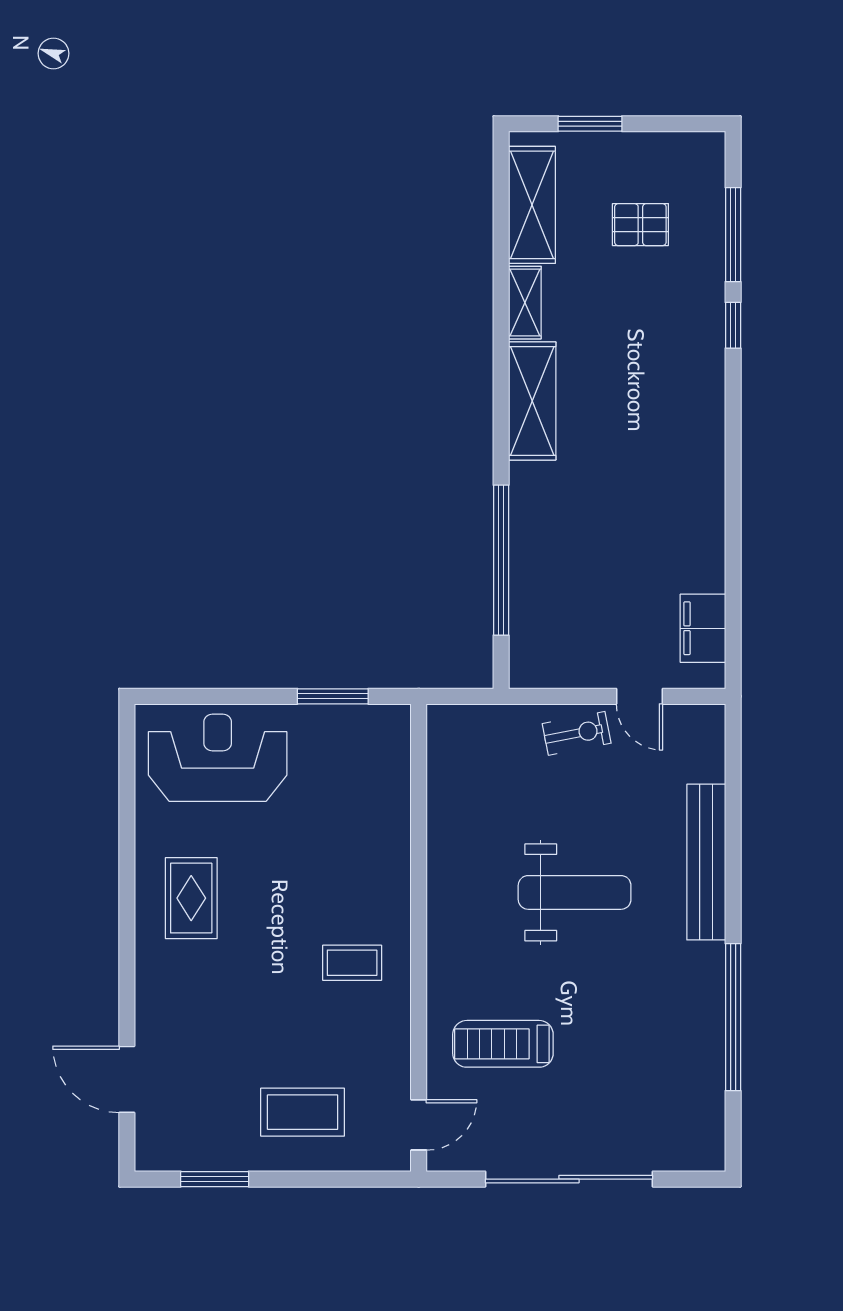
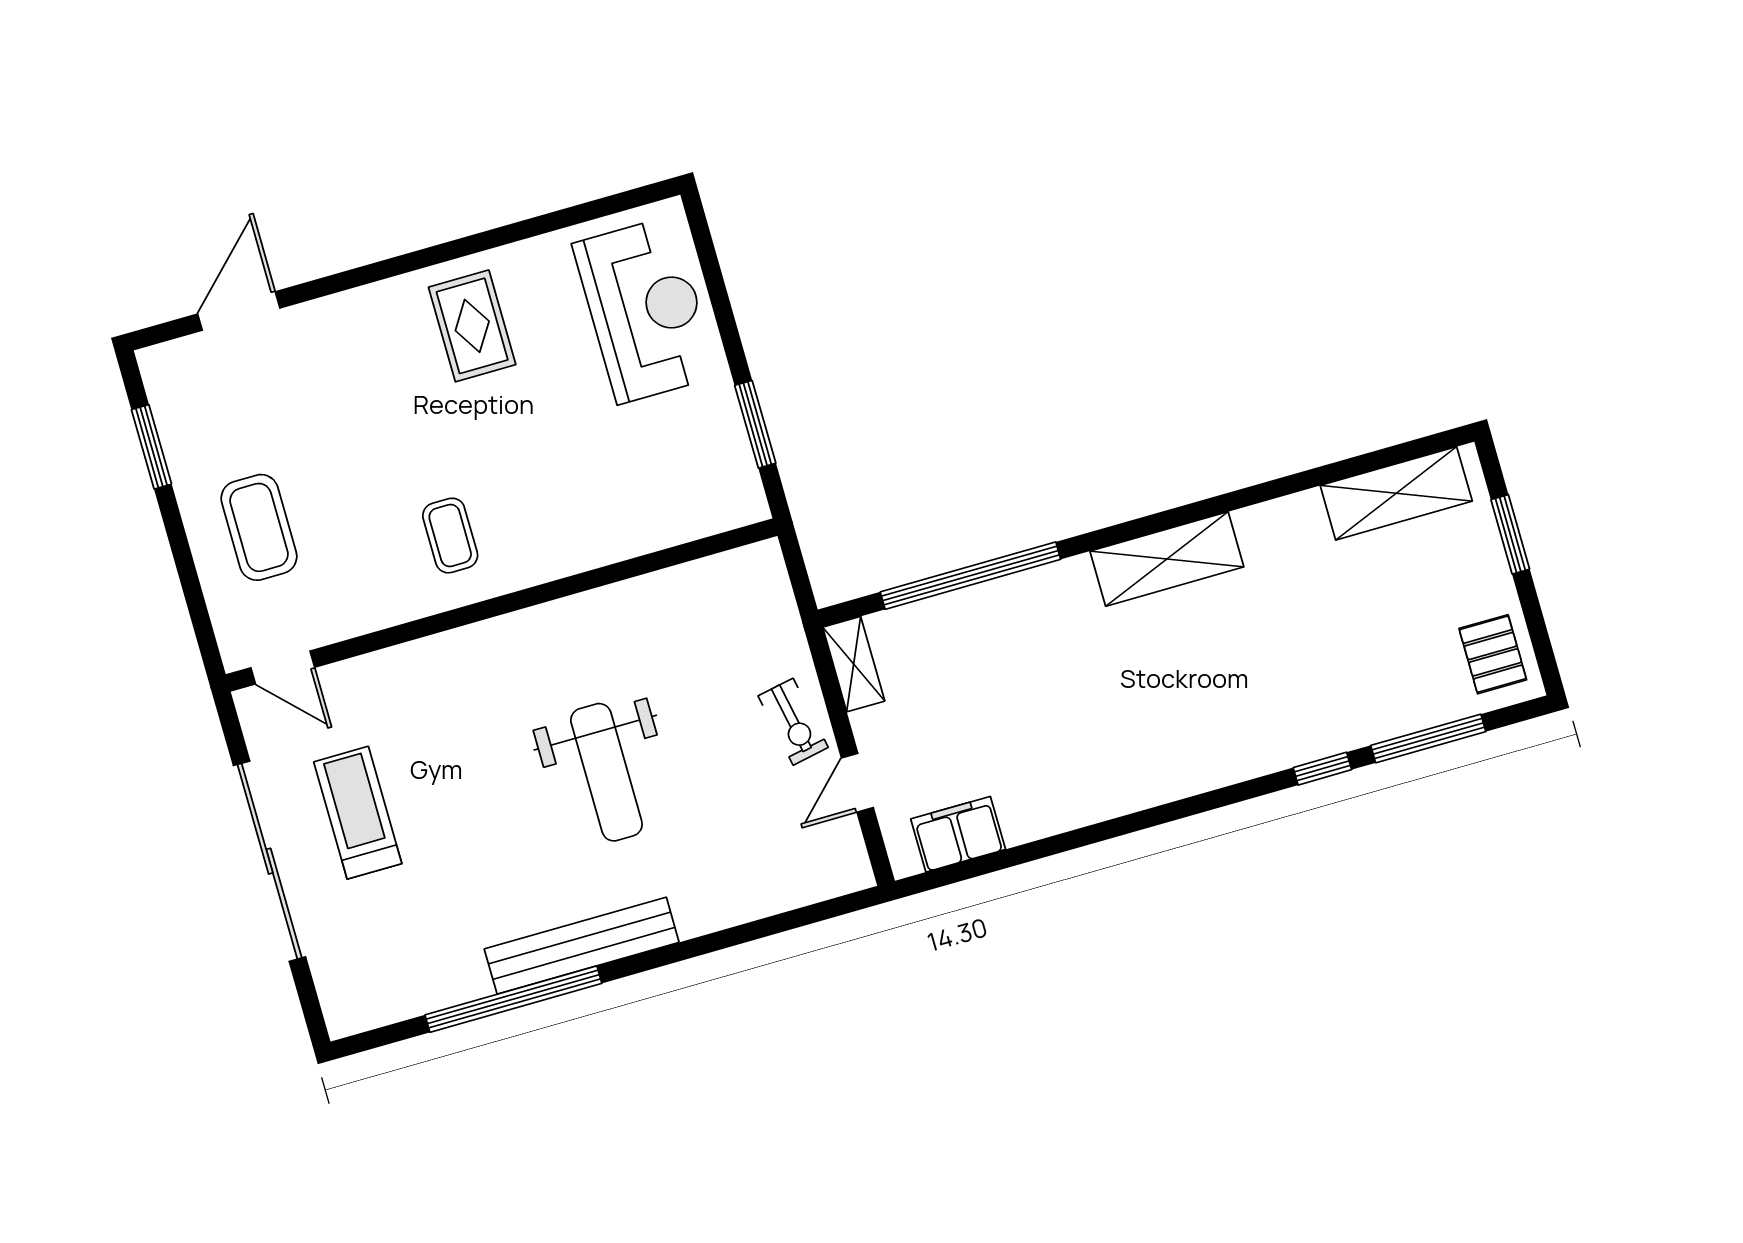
pallet: (640, 225) -> (1493, 654), moved
shelving: (525, 303) -> (854, 664), moved, turned 90
bench: (706, 862) -> (582, 946), moved
rug: (191, 898) -> (472, 326), turned 90
treadmill: (503, 1044) -> (358, 813), moved

